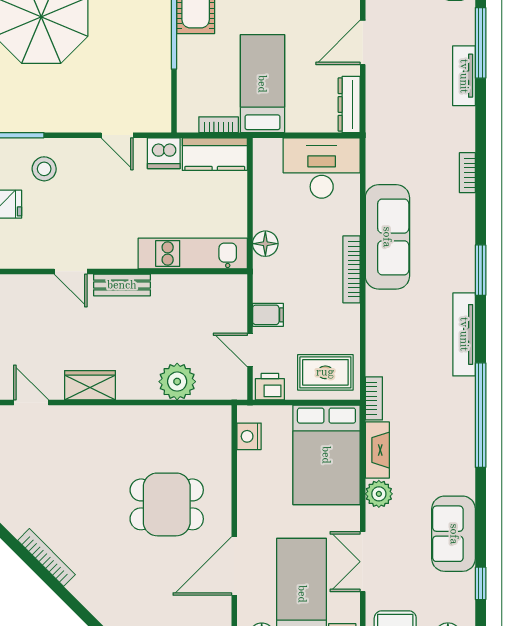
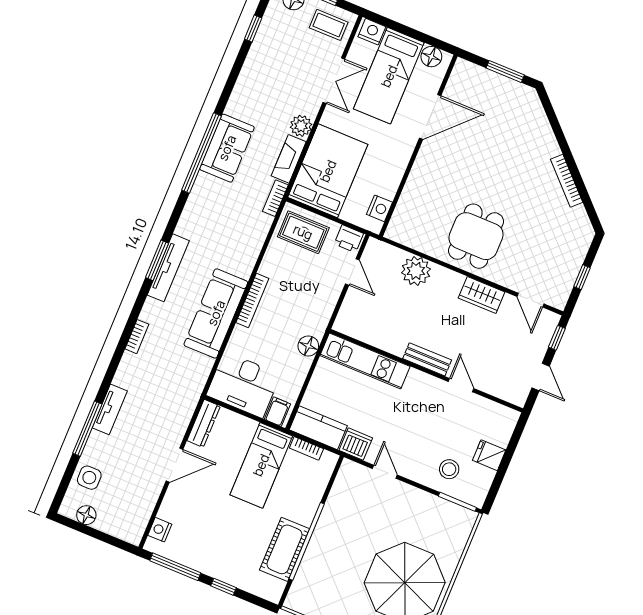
filing cabinet: (268, 315) -> (277, 412), moved, turned 90
tv unit: (464, 334) -> (168, 268), moved
dining table: (167, 504) -> (476, 236), moved, turned 90
sofa: (454, 534) -> (227, 148), moved

